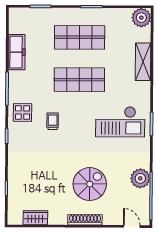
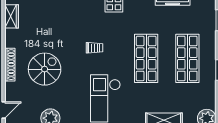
trolley: (53, 121) -> (94, 48), moved
spiral stairs: (90, 184) -> (45, 69), turned -90

